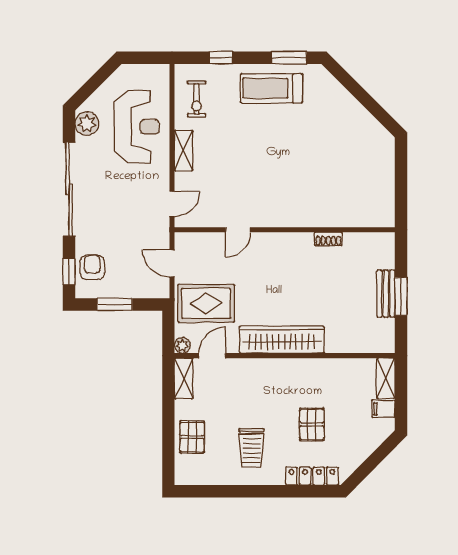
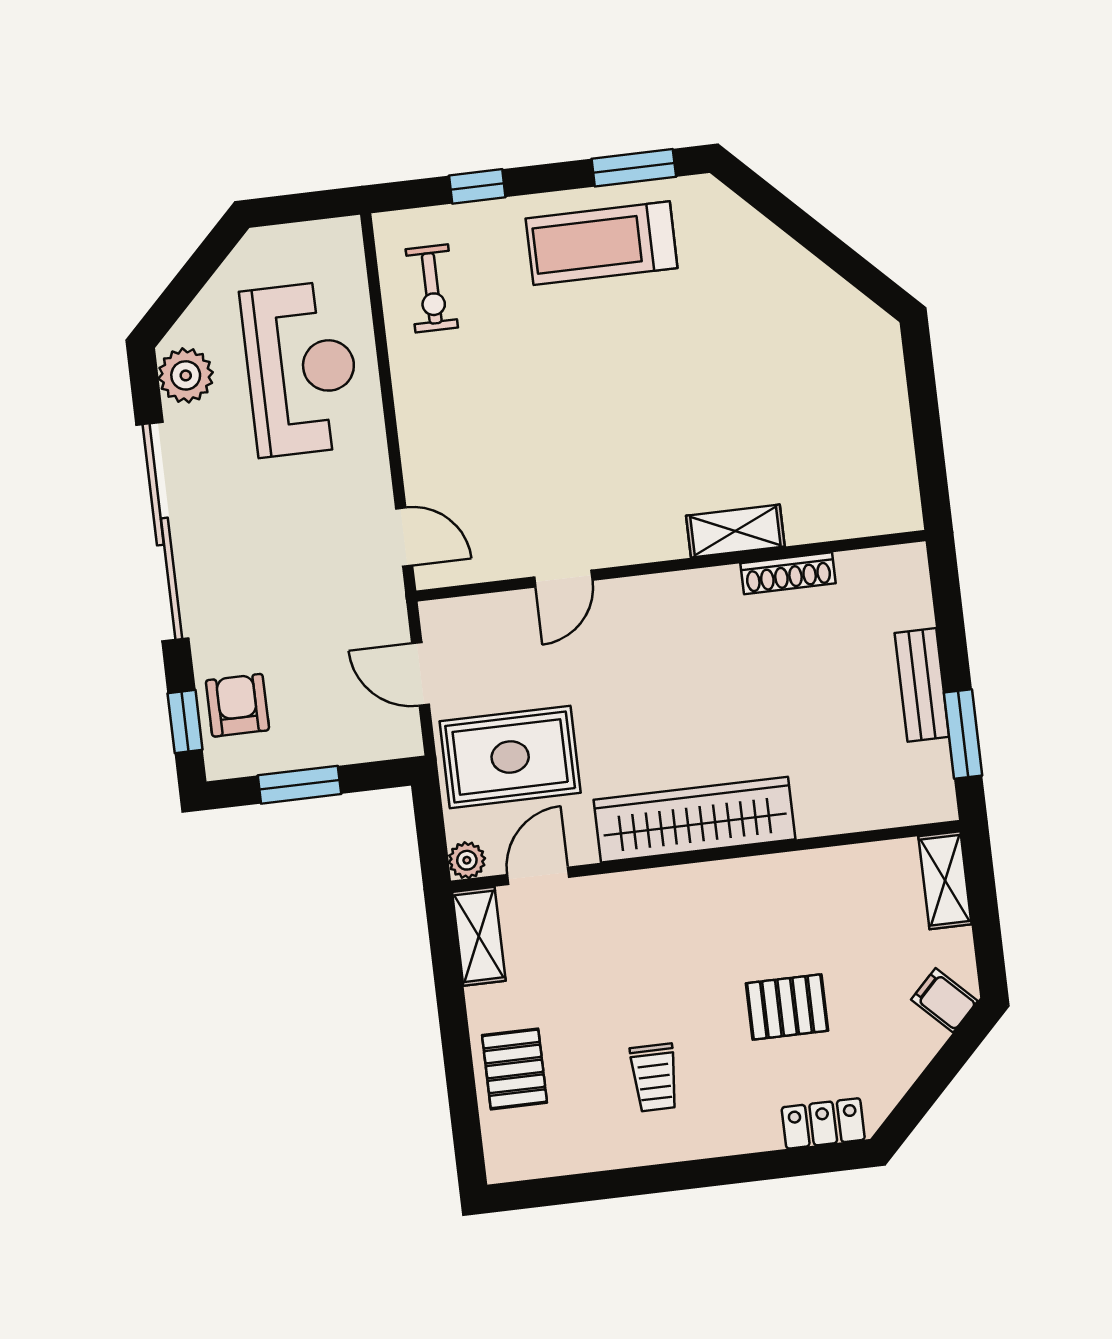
shelving: (184, 151) -> (735, 531), moved, turned 90
door: (172, 204) -> (404, 537), hinge flipped
shoe rack: (328, 239) -> (788, 573), width x1.43
window: (401, 296) -> (963, 734), moved
filing cabinet: (383, 409) -> (944, 1000), moved, turned 45
pallet: (312, 424) -> (787, 1007), turned 90
trolley: (251, 448) -> (654, 1078), width x0.73, depth x0.72
locker: (312, 476) -> (823, 1123), width x0.66

